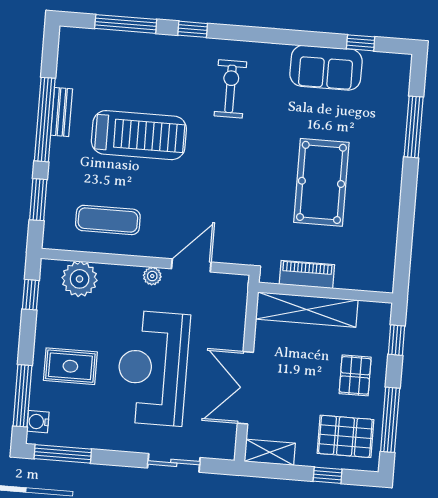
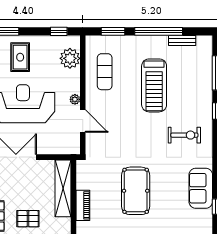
bench: (61, 112) -> (182, 41), moved
pool table: (321, 182) -> (136, 191), turned 90
piano: (307, 274) -> (83, 205), moved

